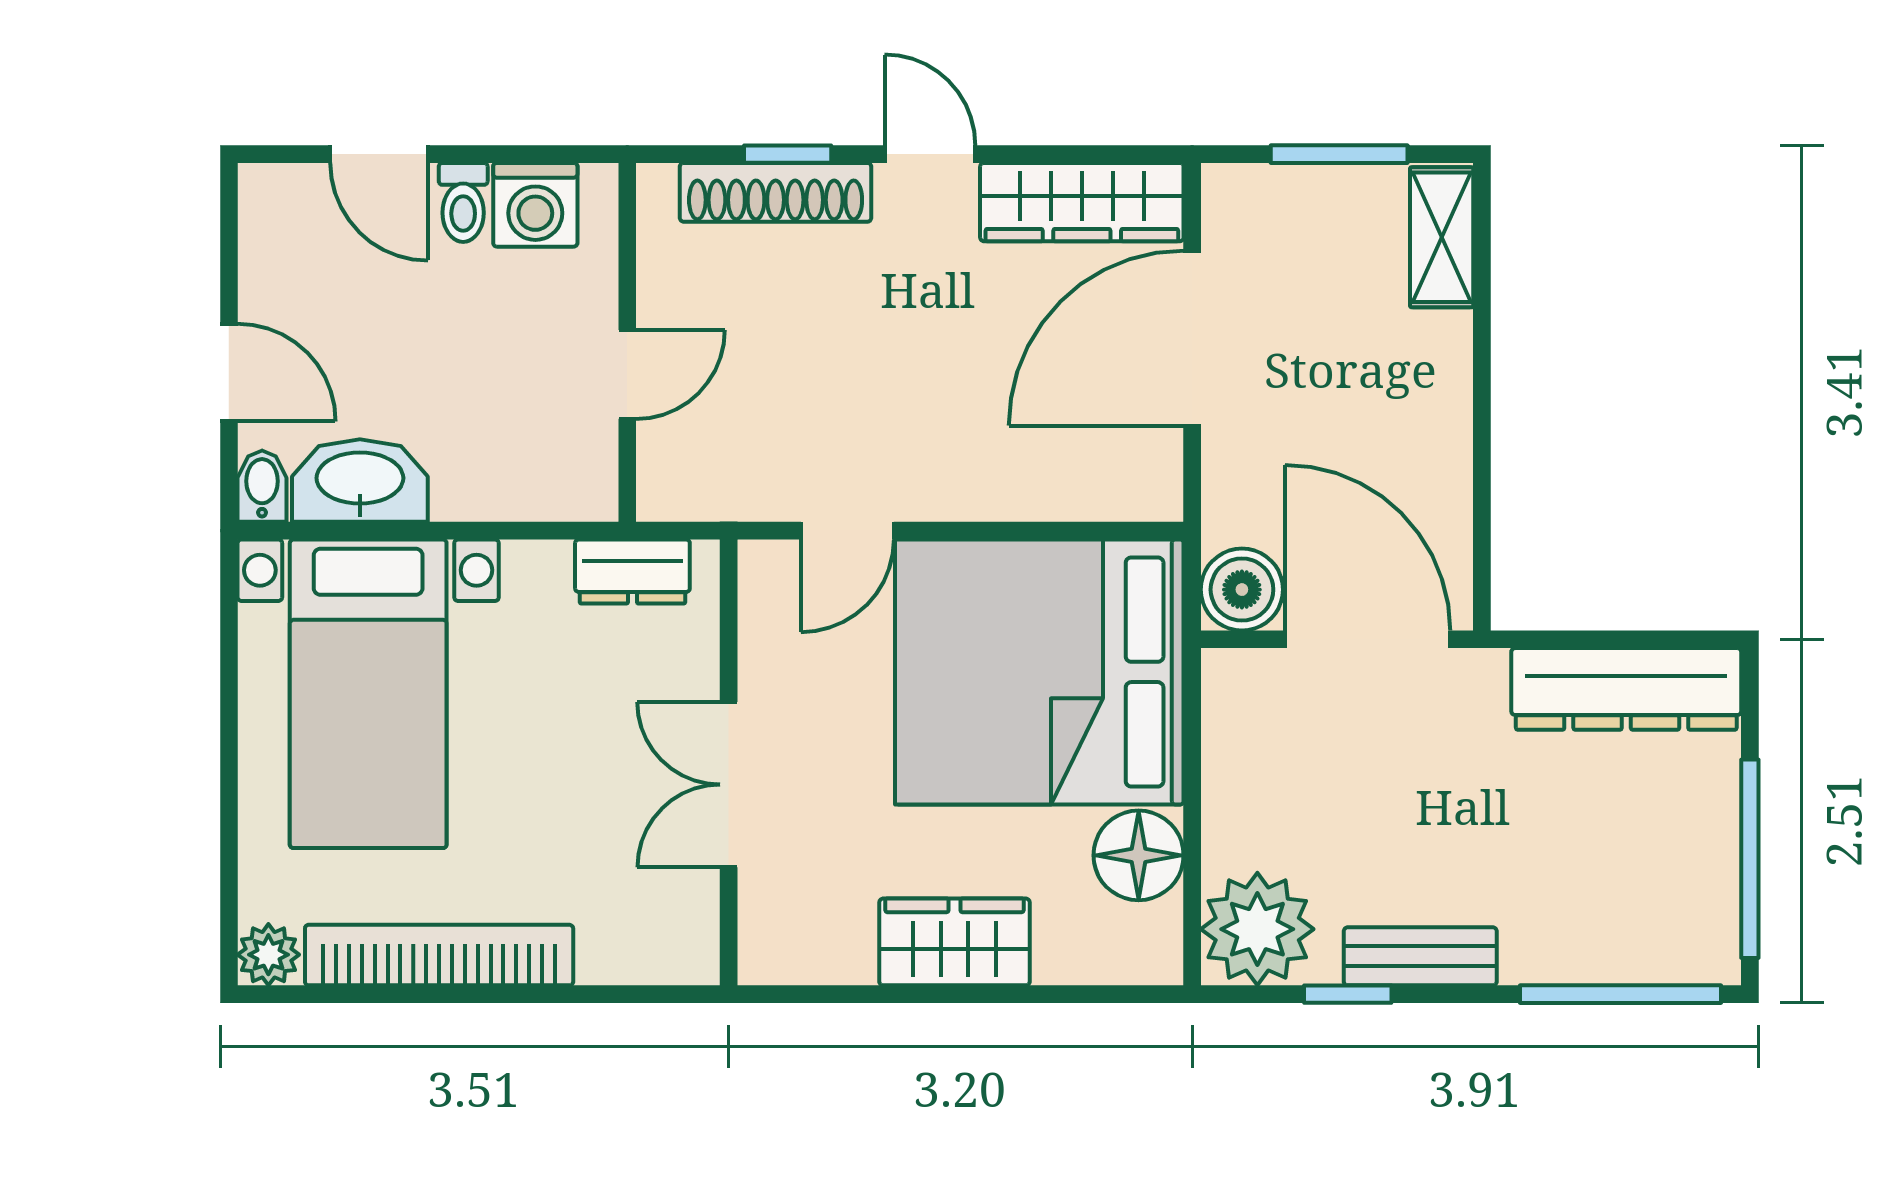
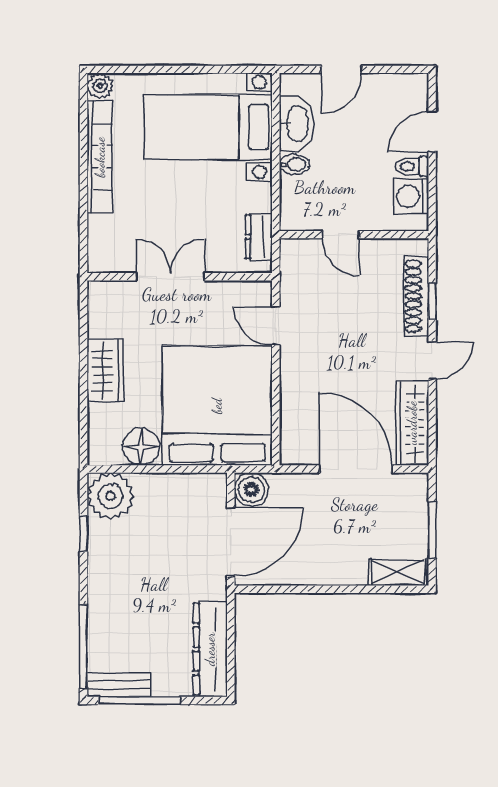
bidet: (262, 486) -> (294, 164), moved
bench: (1420, 956) -> (119, 685), moved, turned 90

